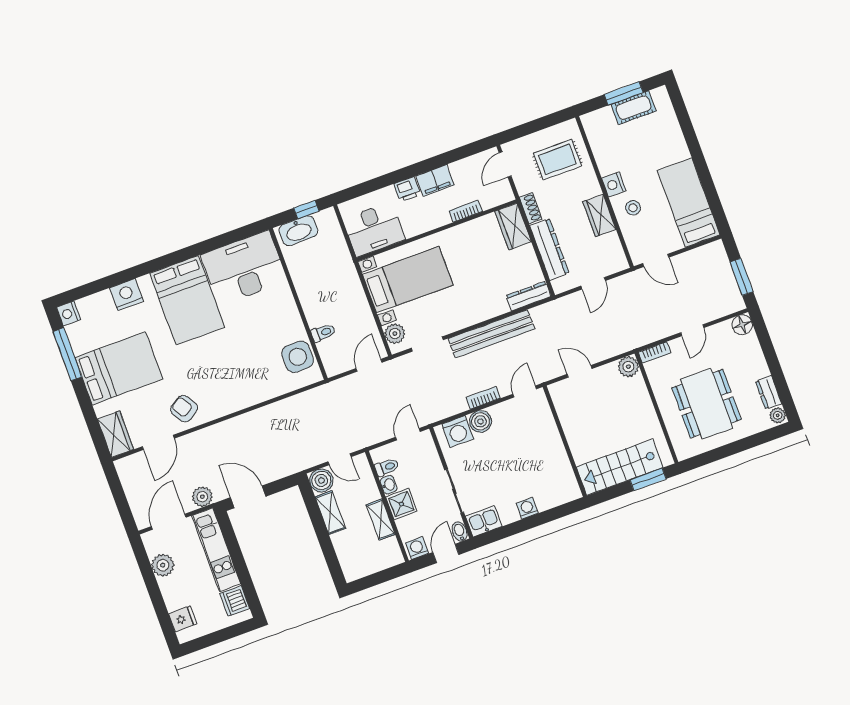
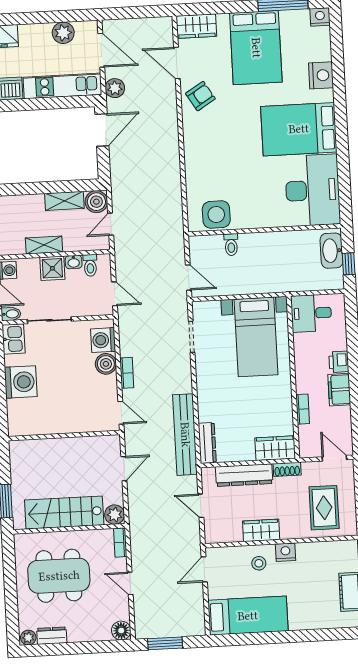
desk: (374, 229) -> (311, 313), width x0.73
plant: (395, 334) -> (210, 310), removed
bench: (491, 334) -> (185, 435), moved
stairs: (620, 467) -> (64, 512), moved, turned -90
washing machine: (527, 508) -> (21, 382), width x1.89, depth x1.89

